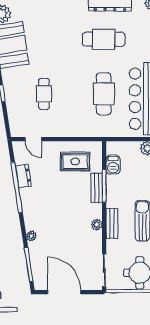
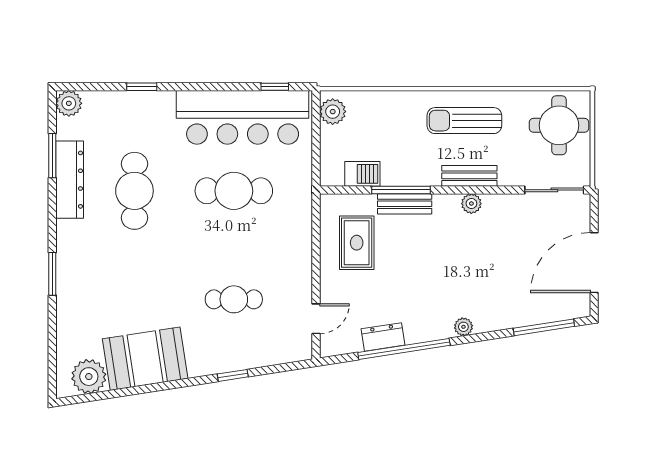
plant: (31, 236) -> (463, 327), moved

